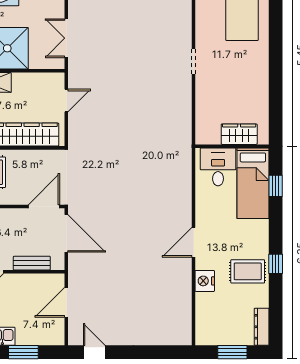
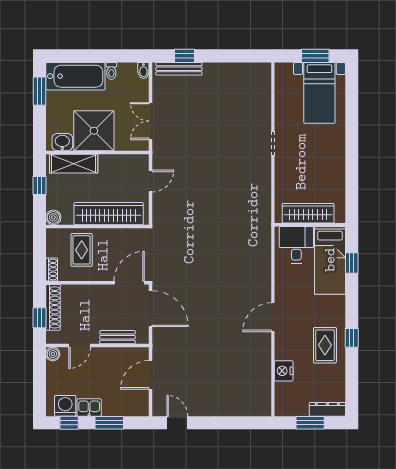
wardrobe: (239, 134) -> (308, 213), width x1.50
rug: (248, 271) -> (325, 345), turned 90
nightstand: (205, 281) -> (284, 371), moved
dresser: (262, 327) -> (327, 409), moved, turned 90

